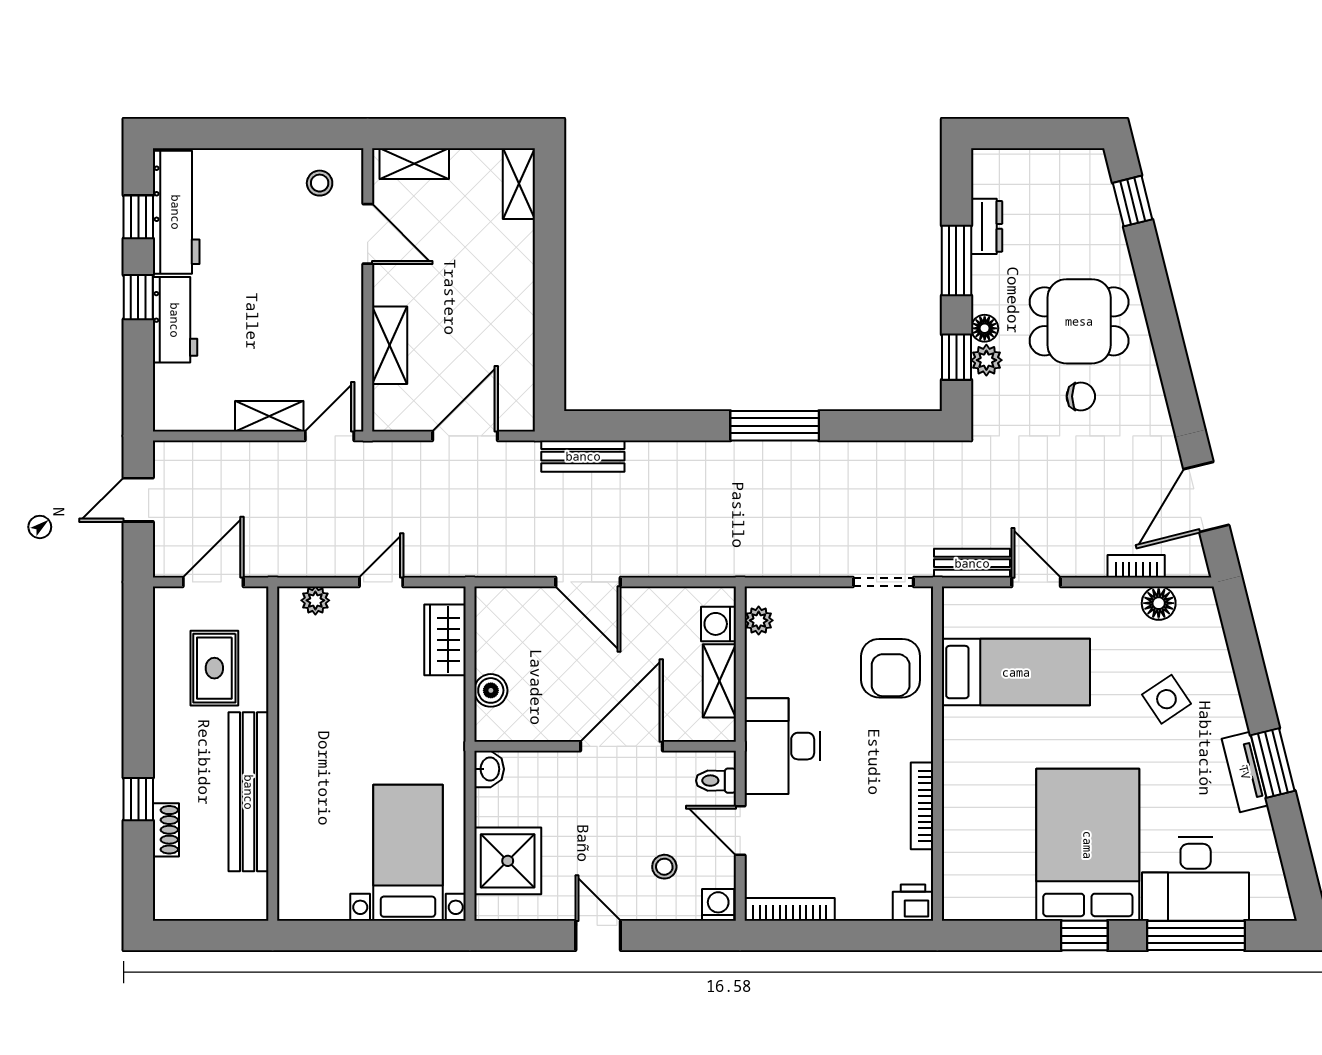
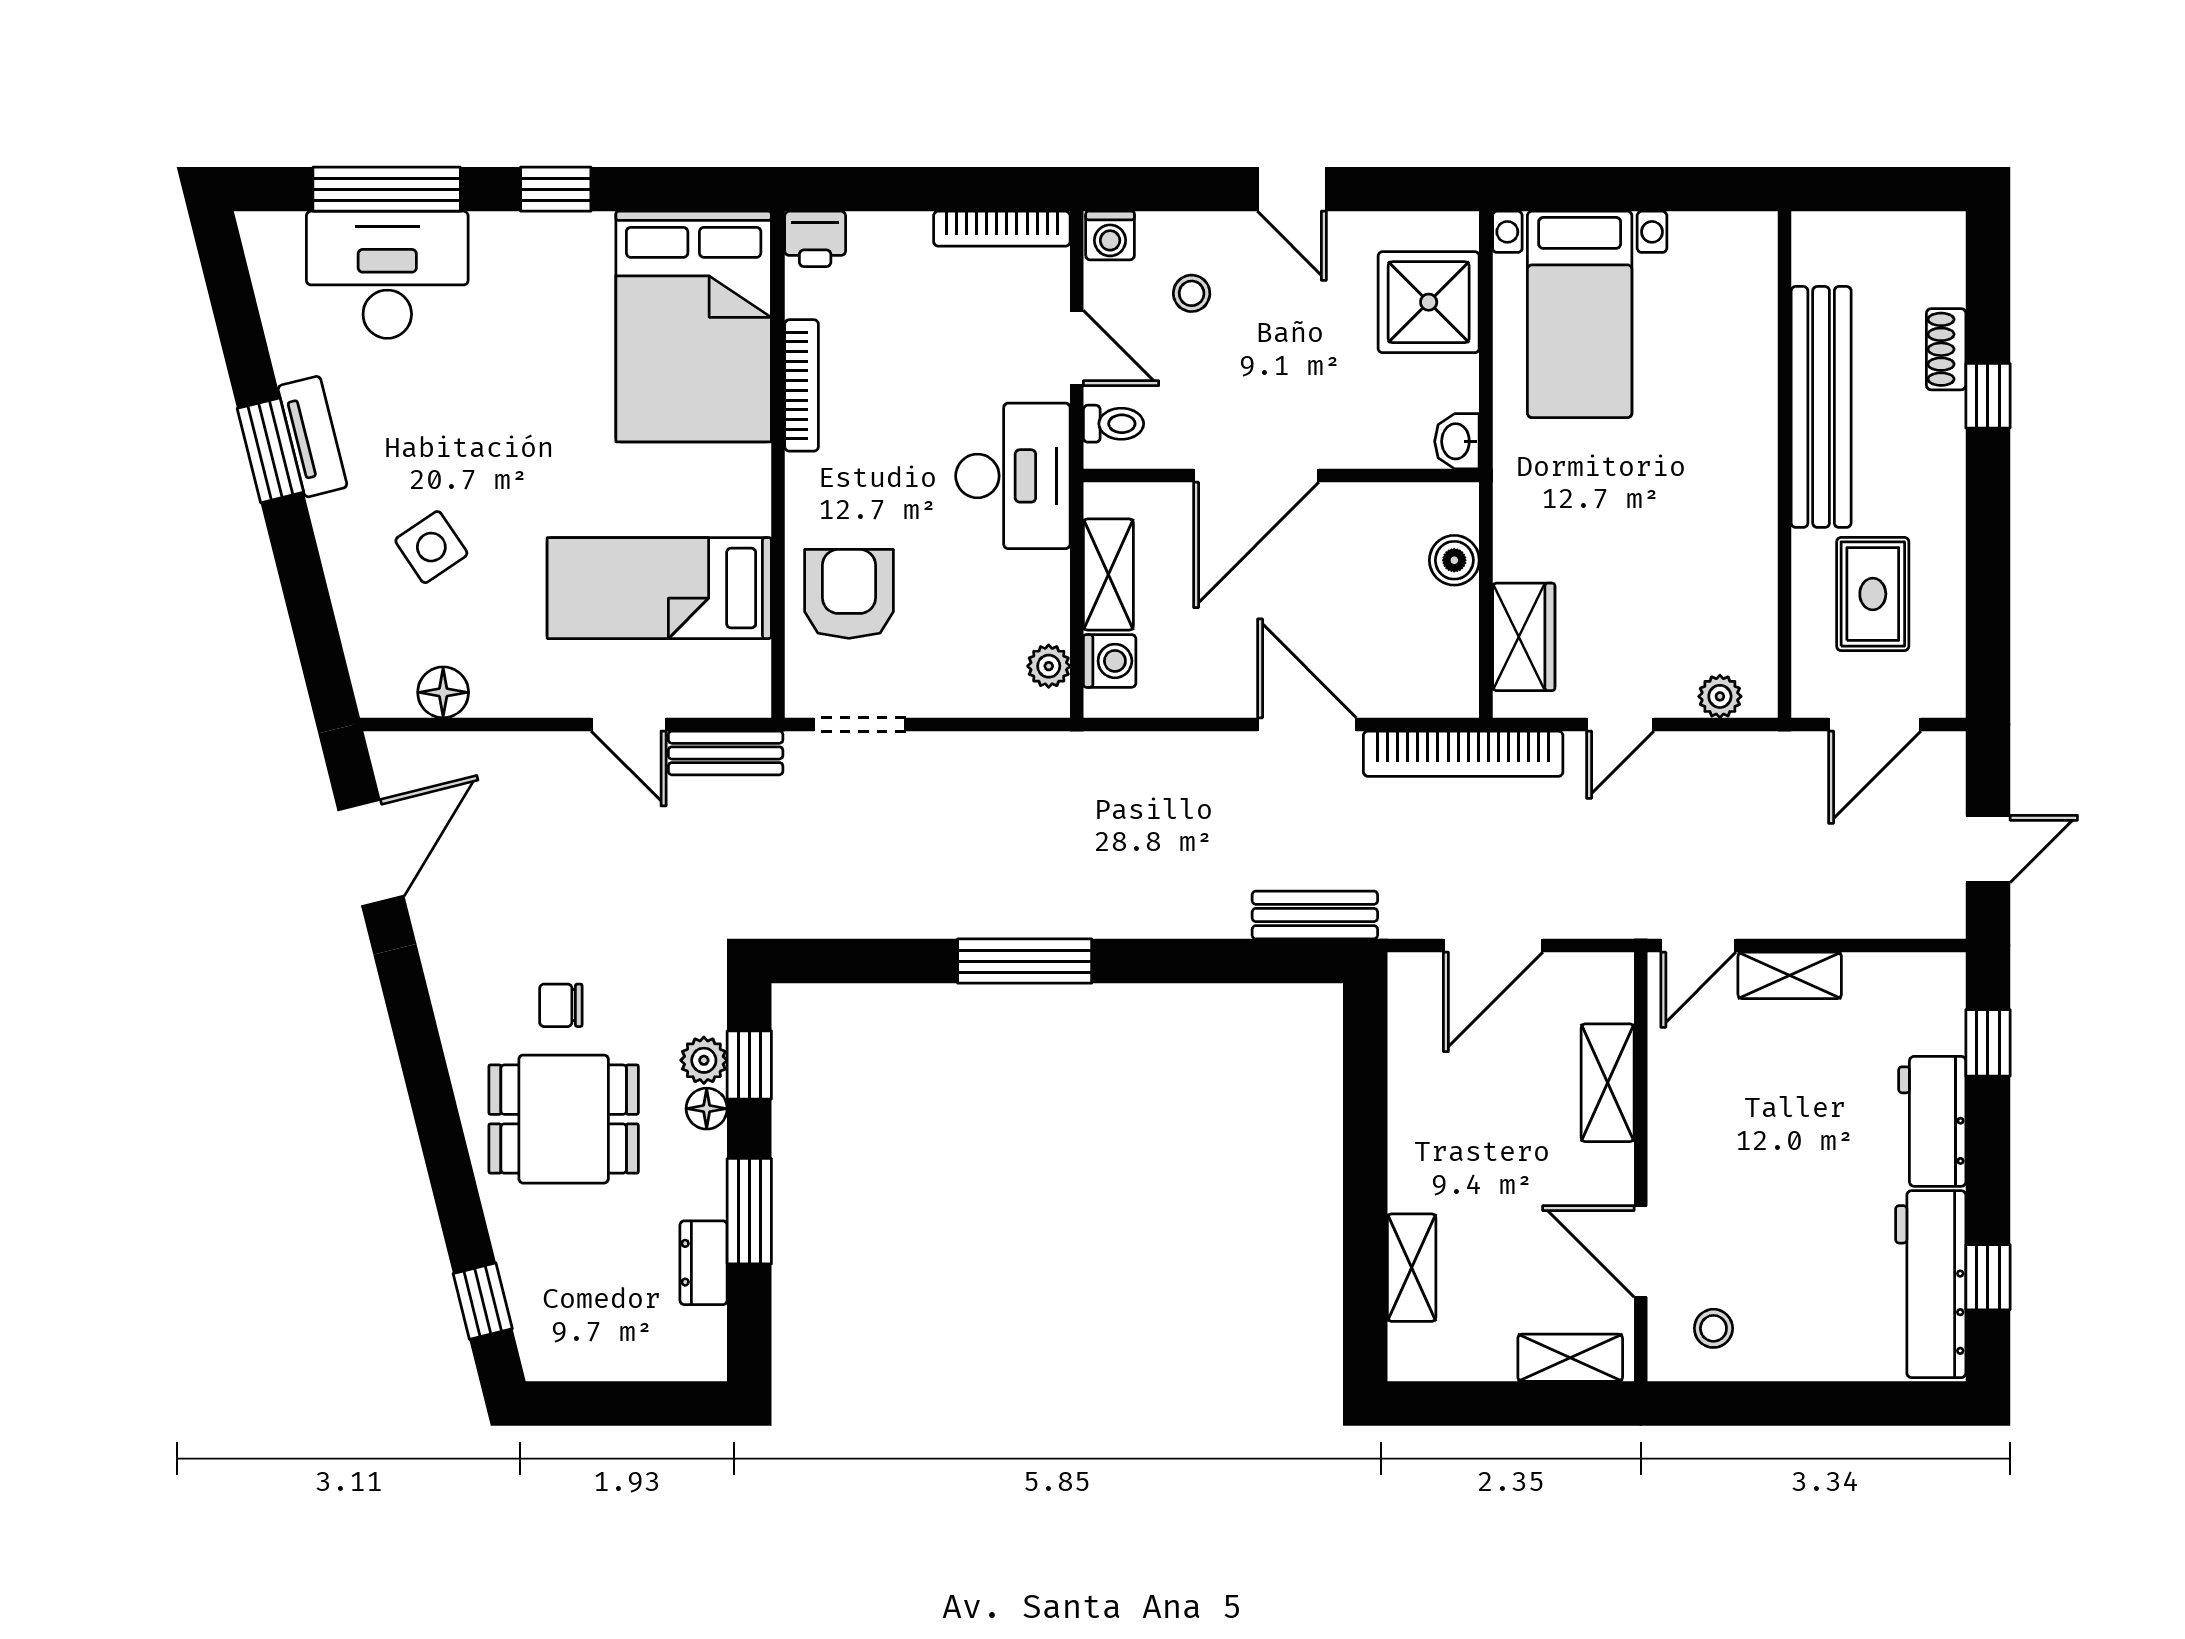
shelving: (519, 184) -> (1412, 1268), moved
window: (138, 297) -> (1988, 1043), moved
bookcase: (1136, 566) -> (1463, 754), moved, width x2.31, depth x1.31
bed: (1088, 845) -> (694, 327), moved

